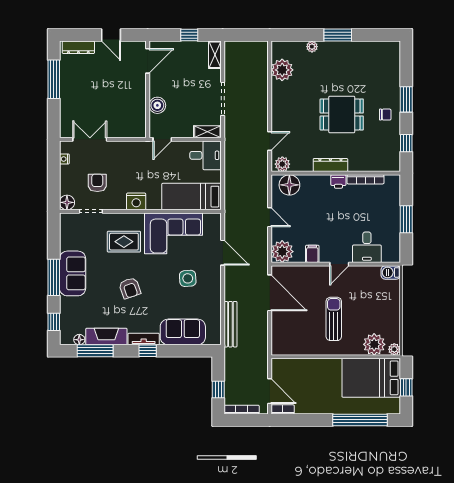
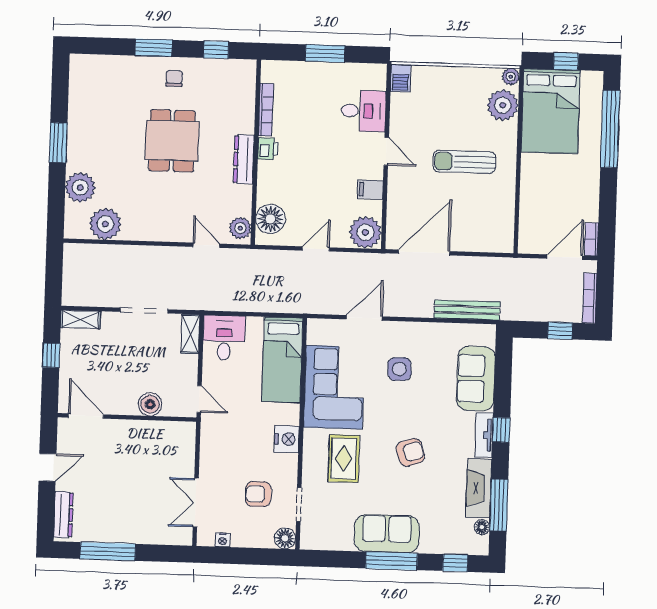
plant: (312, 47) -> (80, 187), width x1.88, depth x1.88

